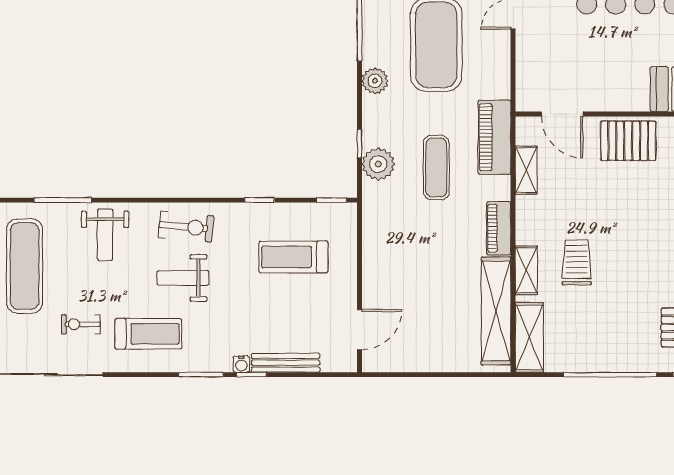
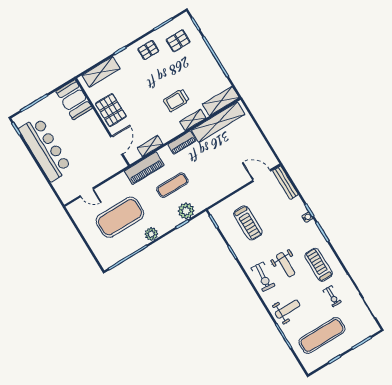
exercise bike: (186, 227) -> (263, 277), turned 180
bench: (286, 363) -> (285, 183), moved

